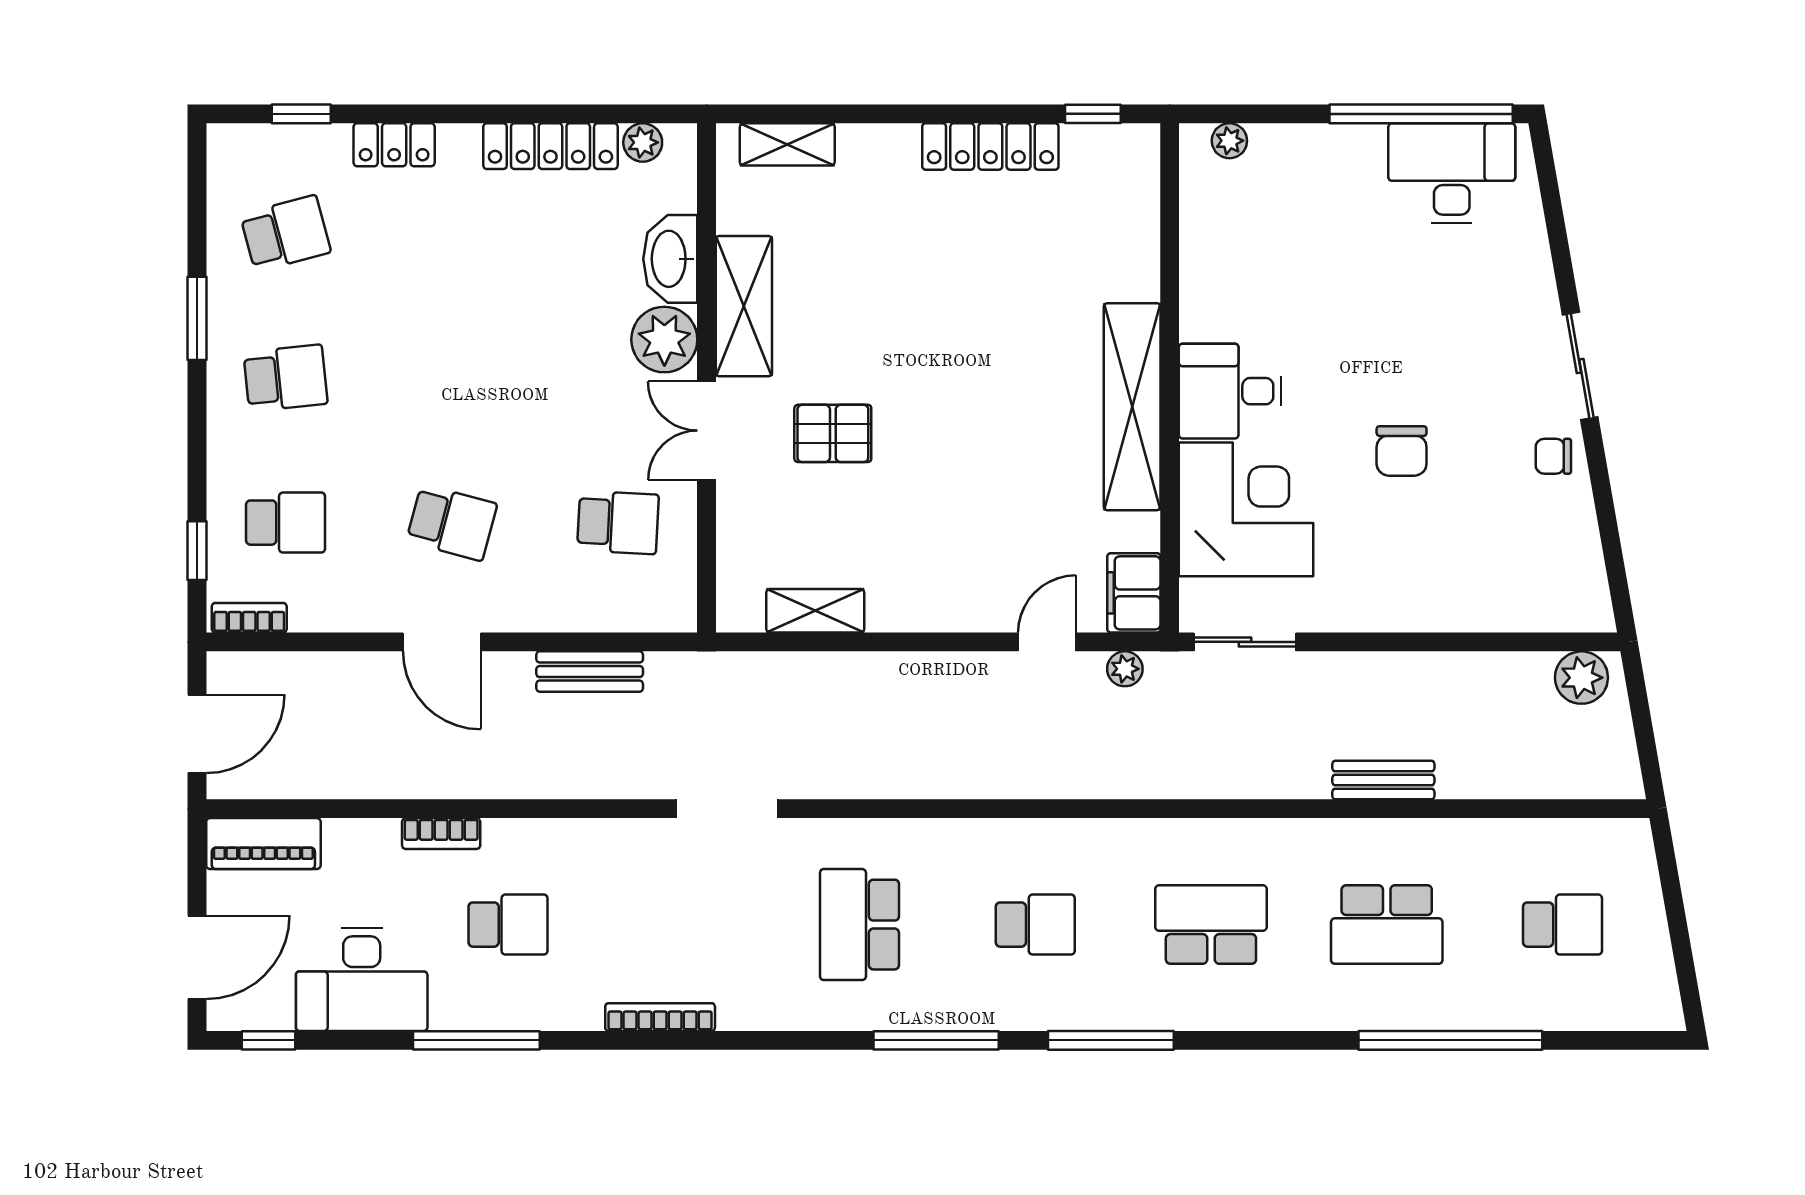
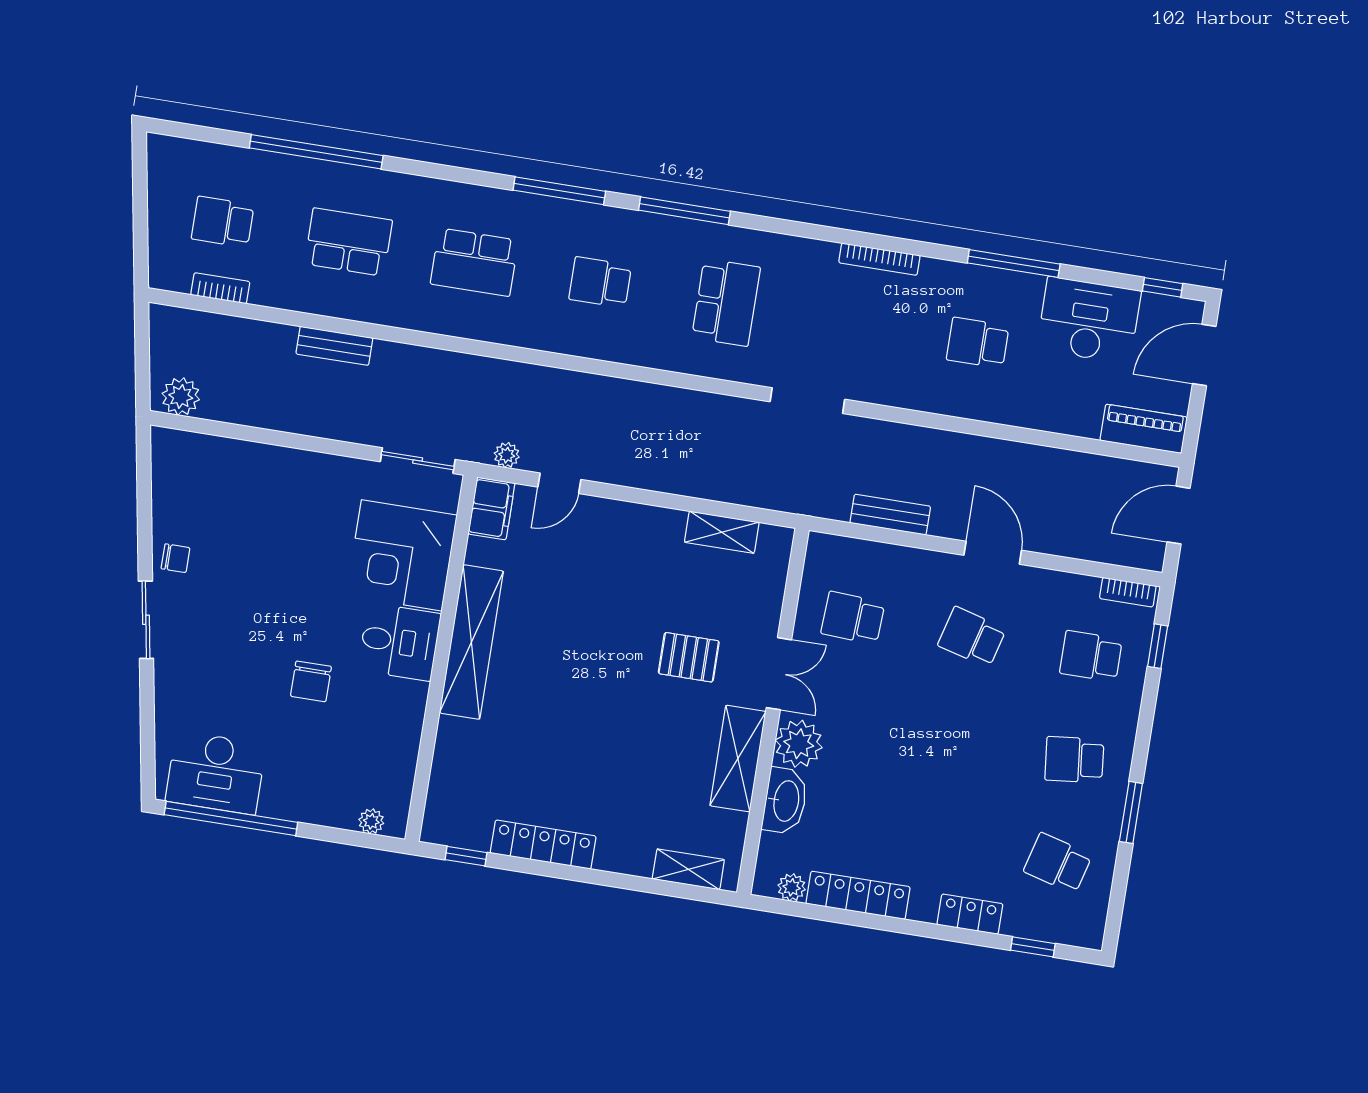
school desk: (286, 233) -> (1058, 863), turned 30
chair: (1402, 451) -> (311, 681), moved, turned 180
bookcase: (441, 834) -> (220, 288), moved

